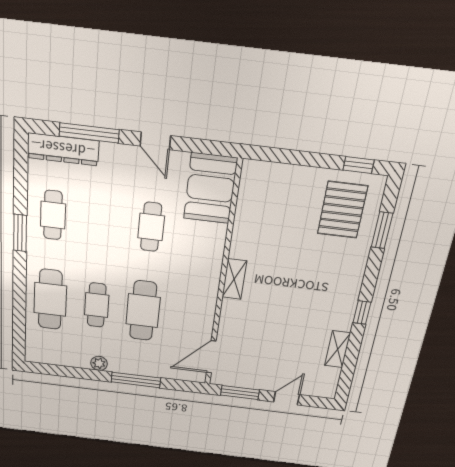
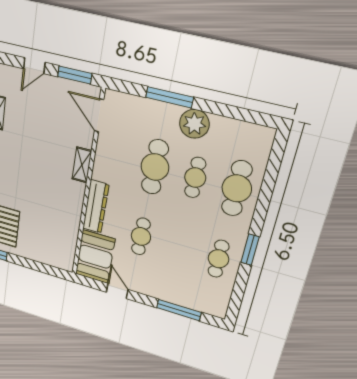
door: (155, 141) -> (117, 291), moved
dresser: (63, 149) -> (96, 207), moved, turned 90
shelving: (234, 279) -> (82, 165), moved
door: (211, 357) -> (99, 115), swing flipped
plant: (99, 363) -> (194, 124), width x1.88, depth x1.88

